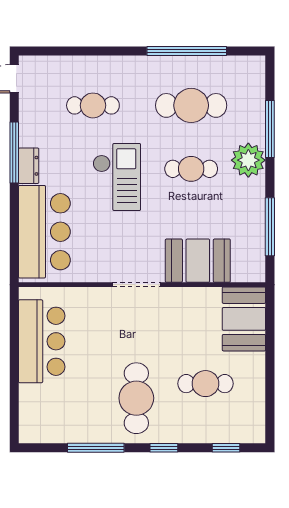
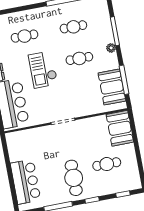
cafe table: (191, 105) -> (73, 27), width x0.73, depth x0.74
plant: (248, 160) -> (111, 48), width x0.53, depth x0.53
checkout: (117, 177) -> (43, 69), turned 180
booth: (198, 261) -> (112, 87), moved, turned 90
bar counter: (42, 341) -> (26, 182), moved

